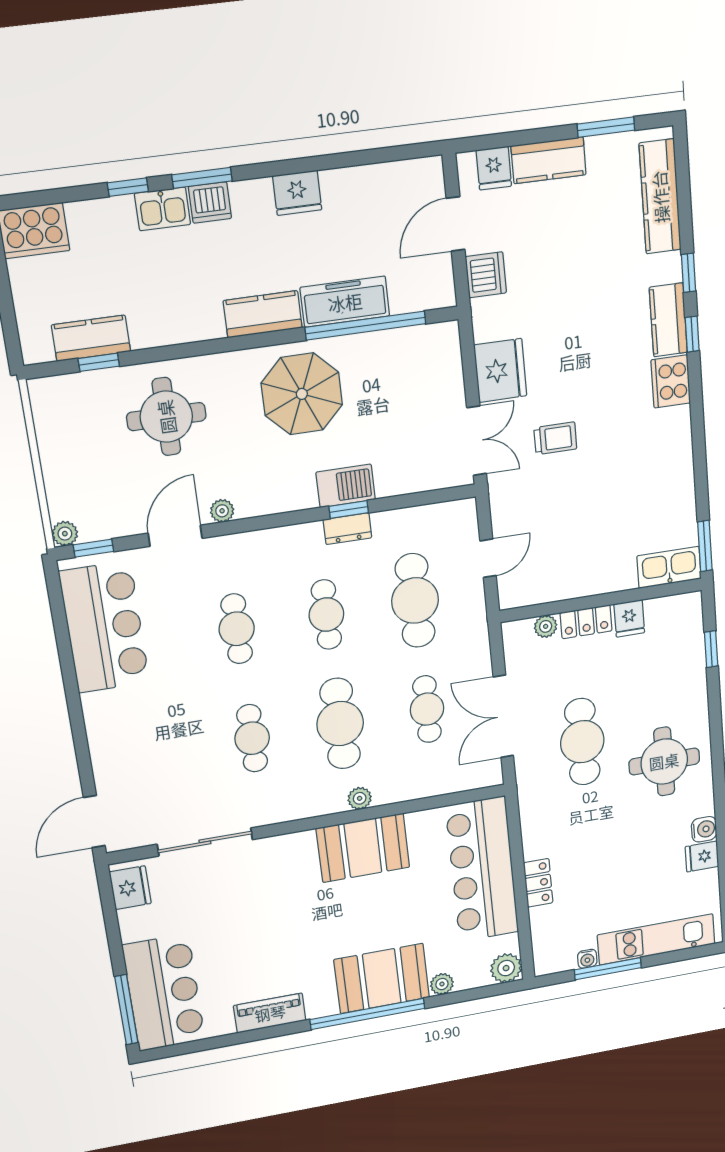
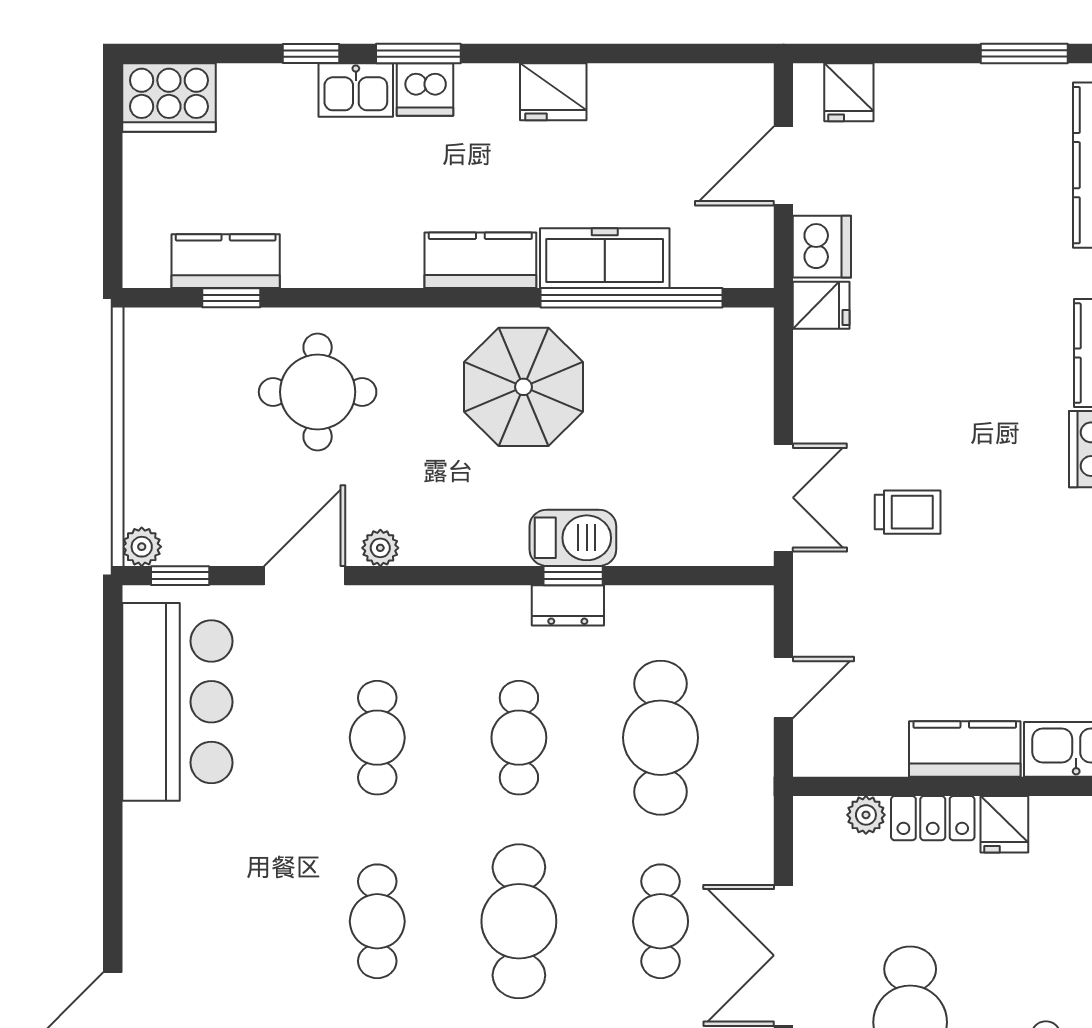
kitchen counter: (549, 160) -> (965, 749), moved, turned 180
fridge: (500, 370) -> (821, 305), moved, width x0.53, depth x0.75

